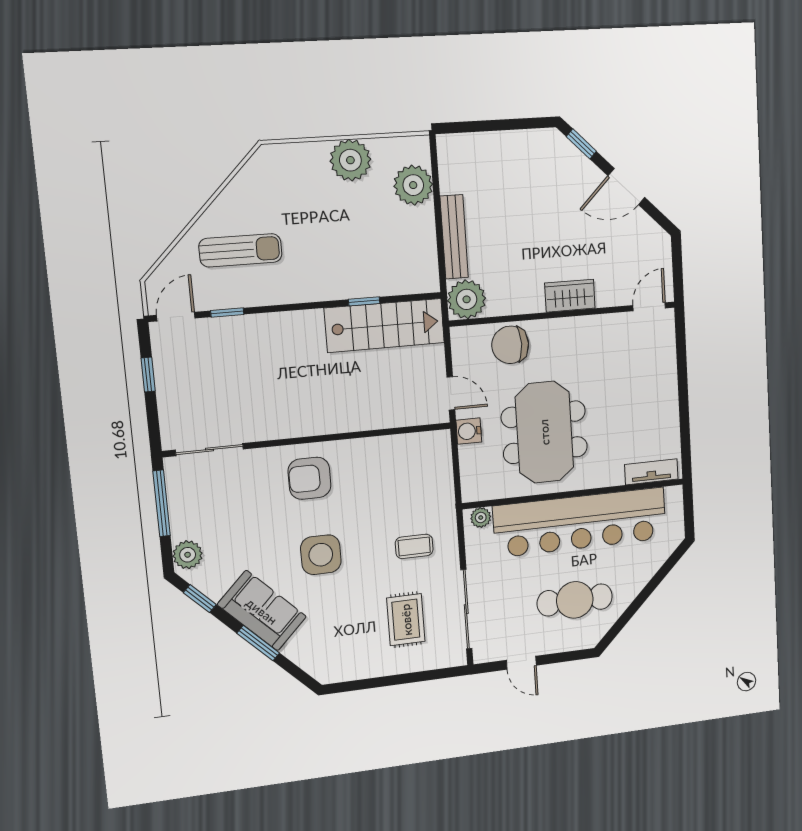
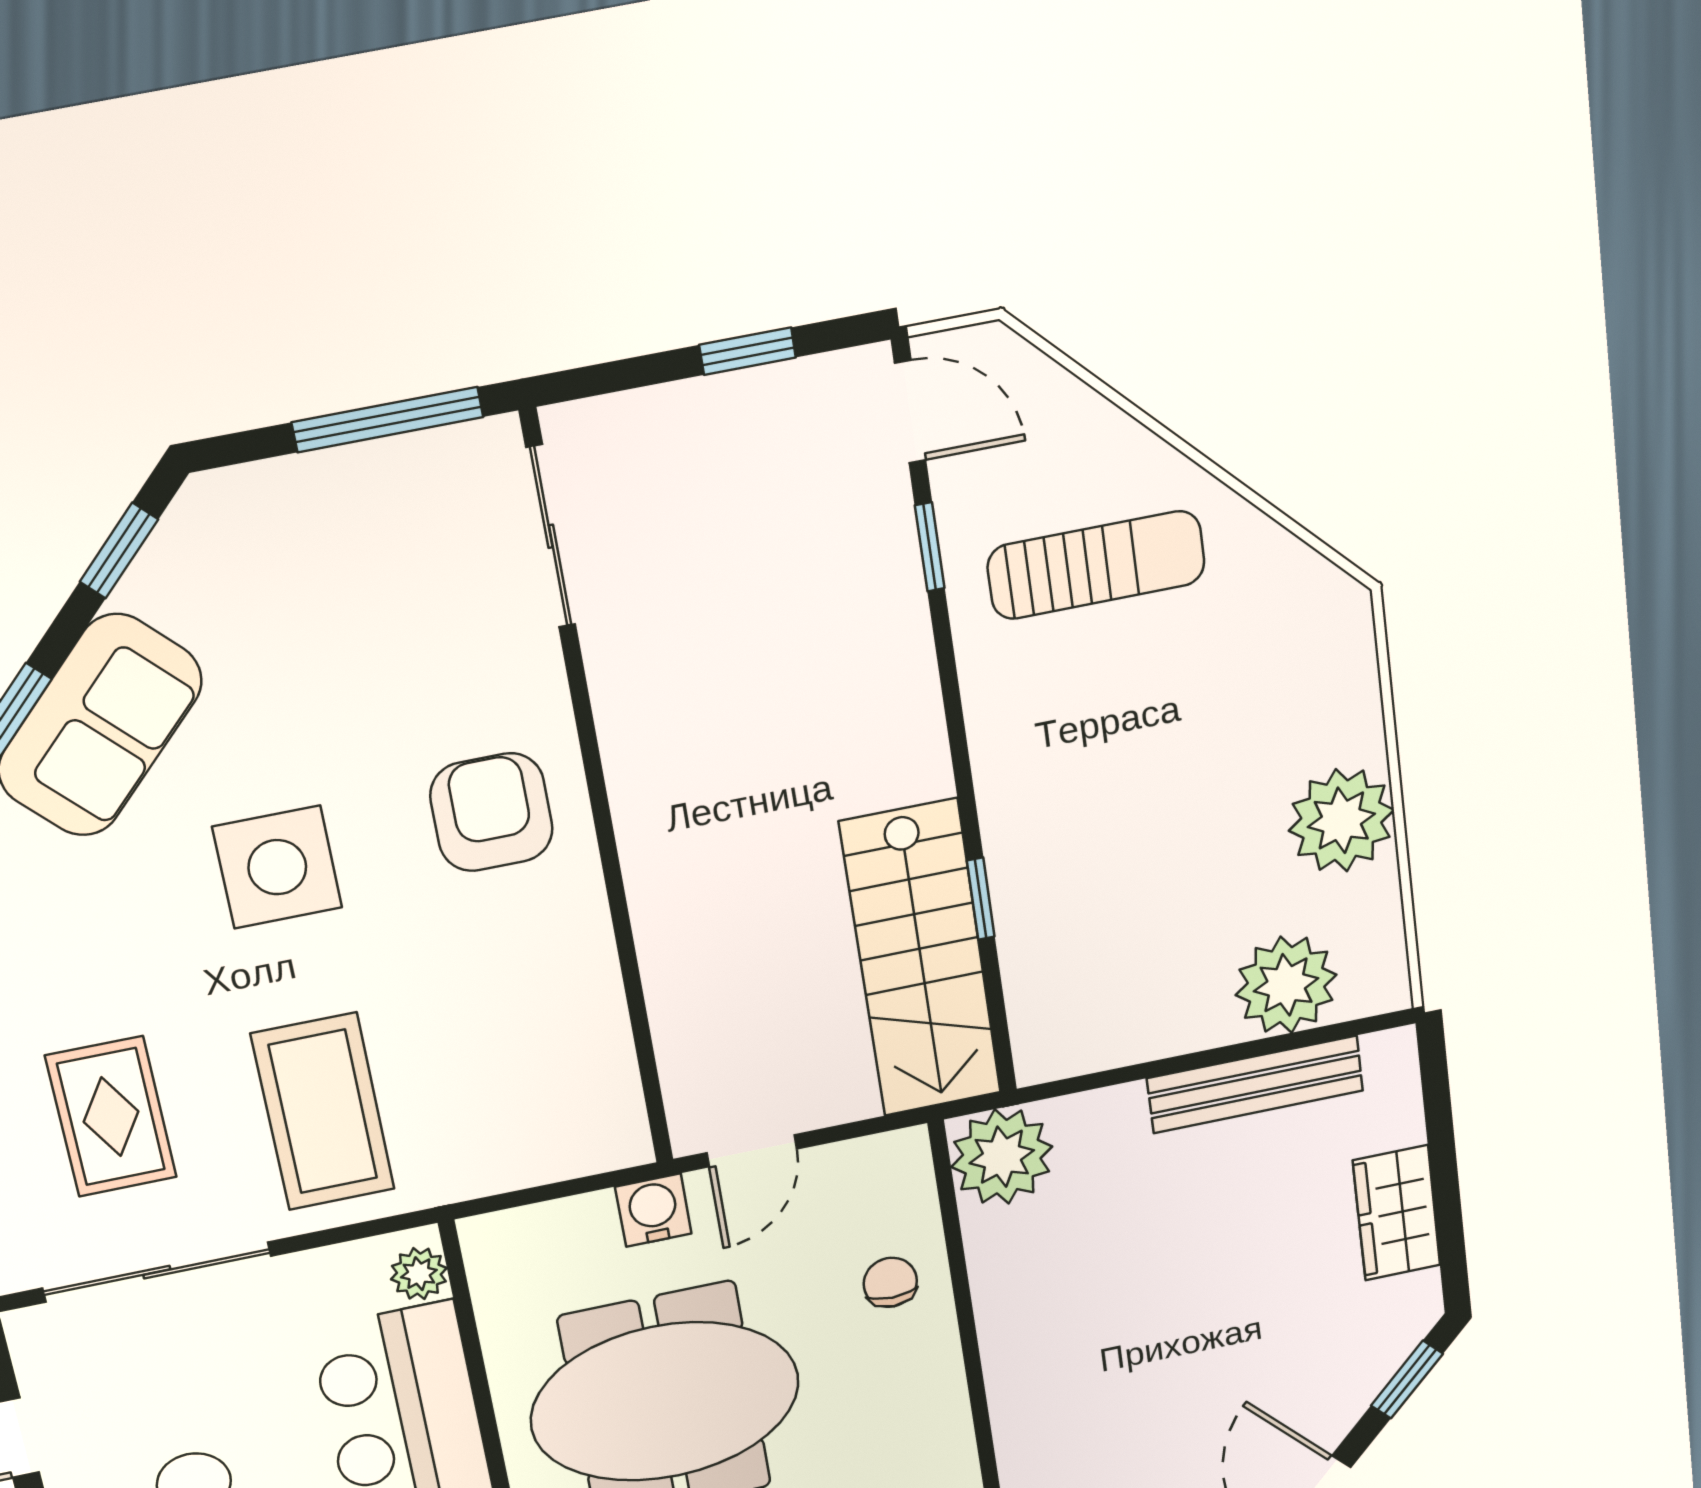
bench: (454, 237) -> (1255, 1084), moved
sun lounger: (240, 250) -> (1096, 565), turned -90
wardrobe: (570, 296) -> (1397, 1213), moved, turned 180
chair: (510, 345) -> (890, 1282), width x0.54, depth x0.54
coffee table: (414, 546) -> (323, 1112), width x1.86, depth x1.72
plant: (188, 555) -> (245, 505), removed
rug: (406, 620) -> (111, 1117), turned 90

